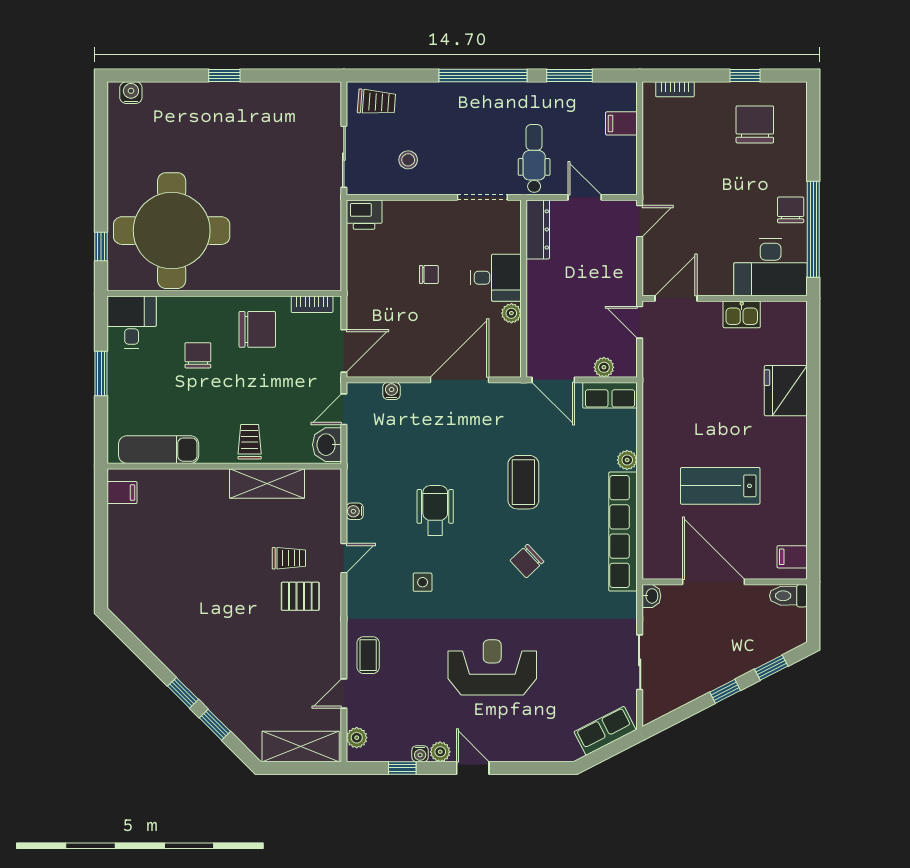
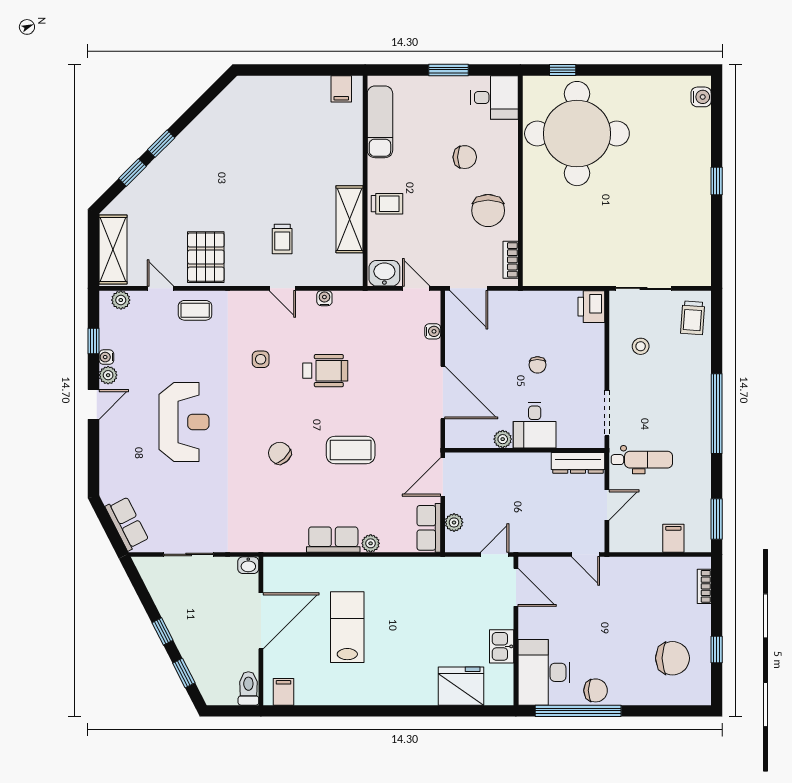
window: (569, 75) -> (717, 519), moved
fridge: (786, 391) -> (461, 686), moved
row of seats: (623, 532) -> (333, 540), width x0.50
pallet: (300, 596) -> (206, 257), moved, width x1.50, depth x1.42

